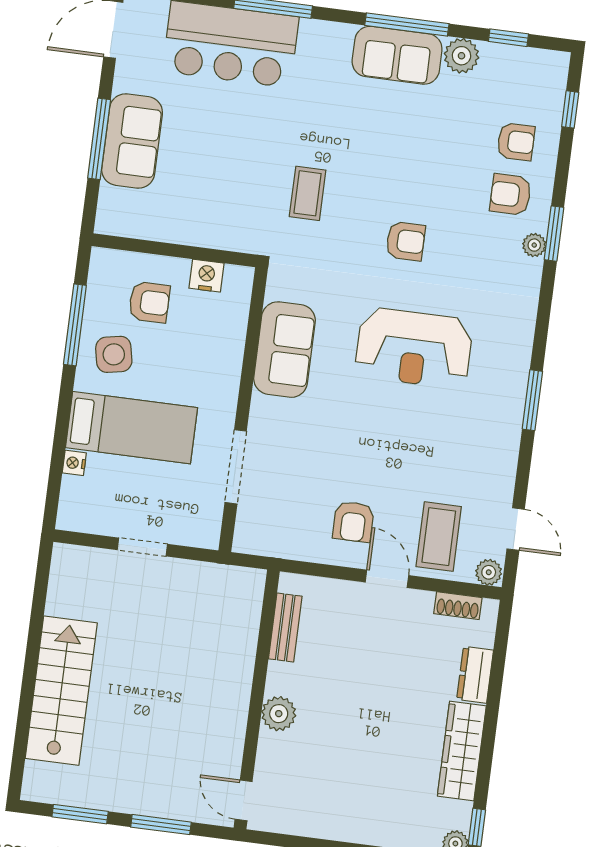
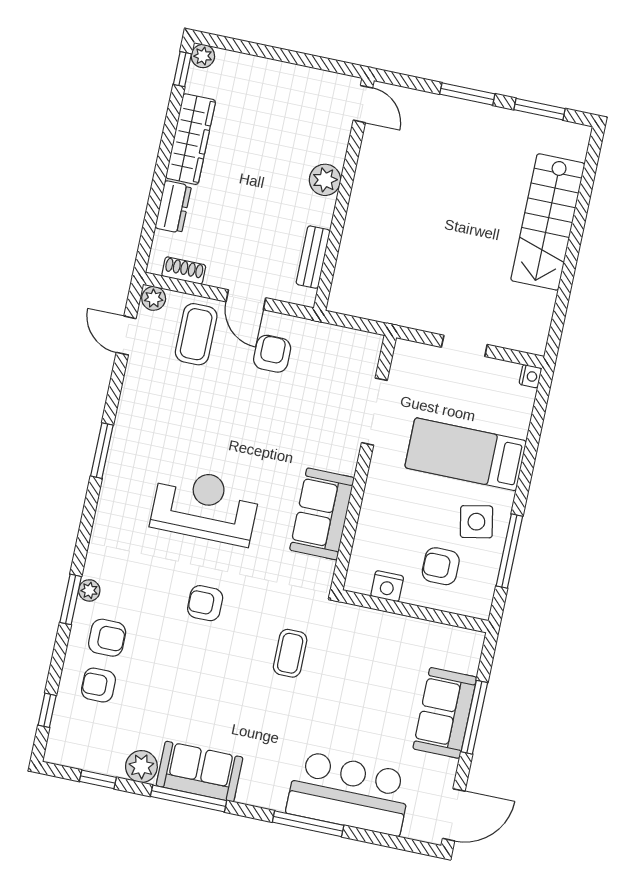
nightstand: (74, 463) -> (530, 376), moved
bench: (285, 627) -> (313, 257), moved
wall: (257, 699) -> (344, 194), moved
plant: (279, 714) -> (325, 180), moved
door: (244, 800) -> (363, 104), moved

